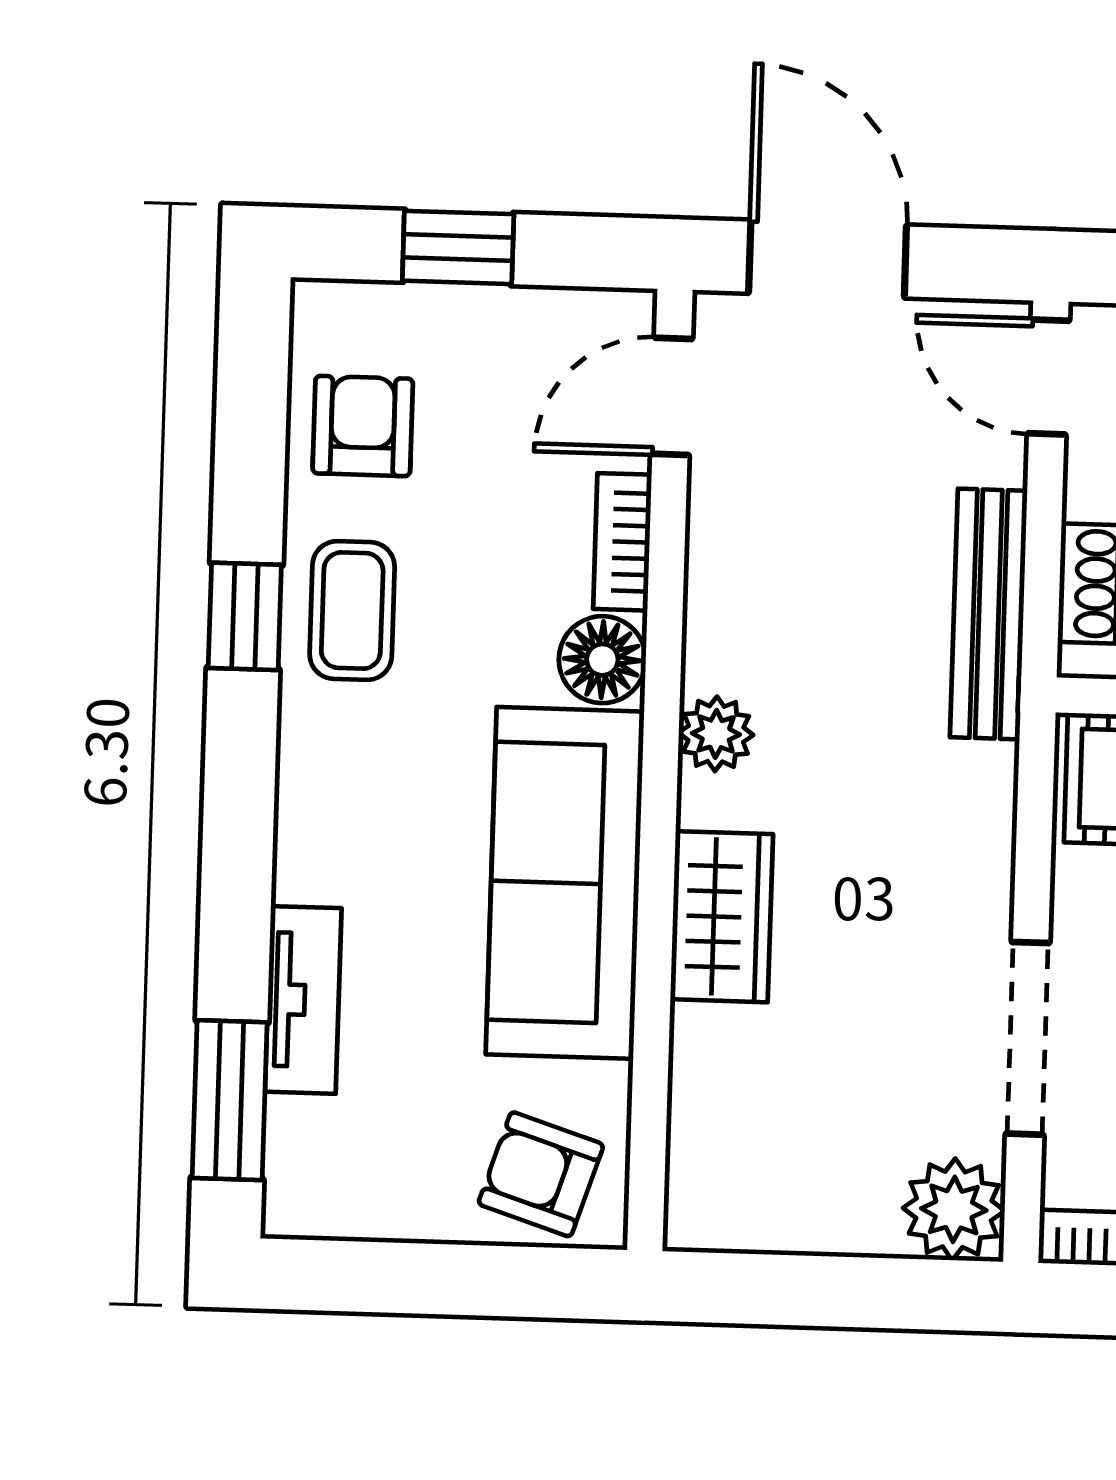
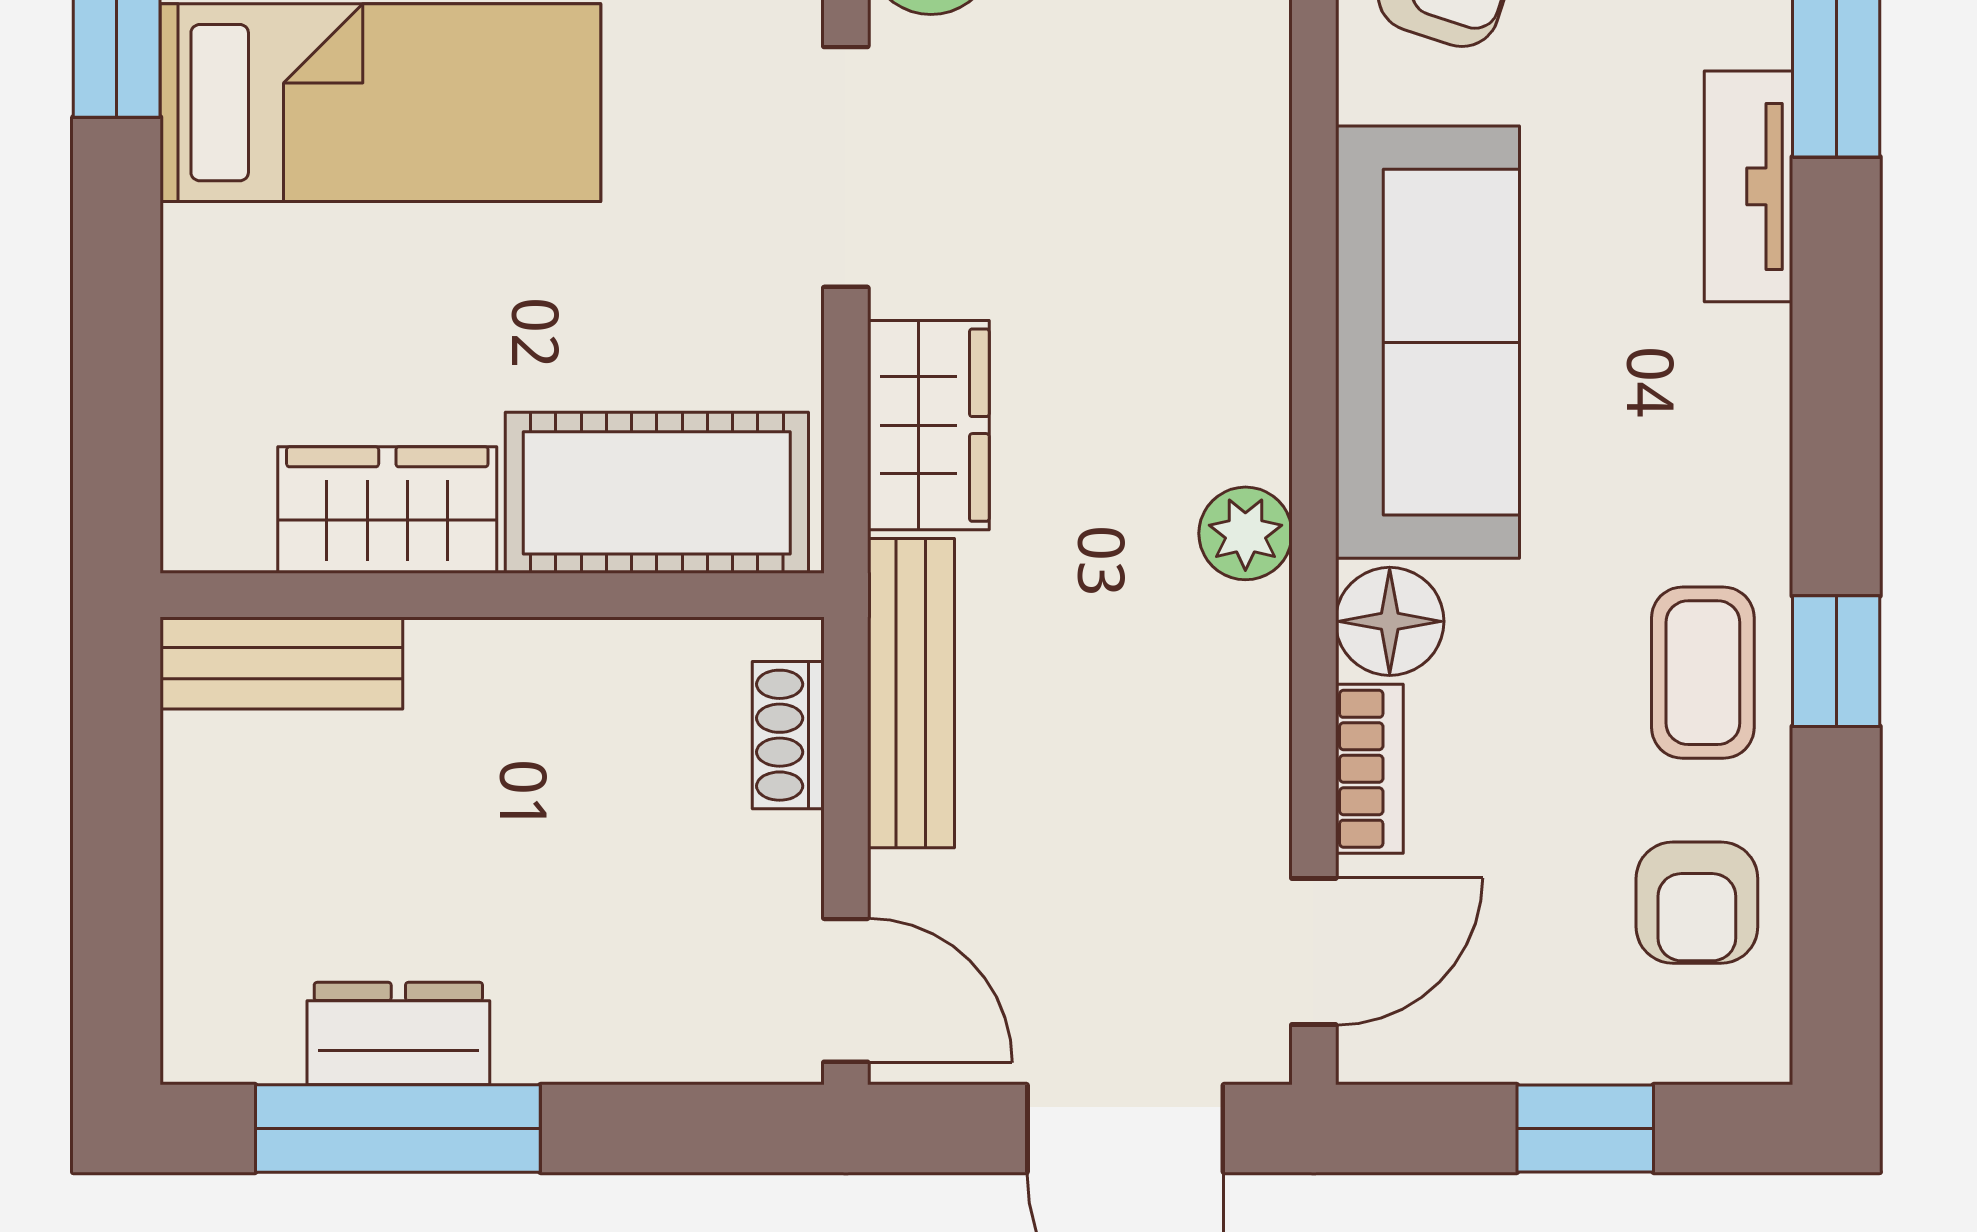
wardrobe: (722, 917) -> (928, 425), moved, turned 180

